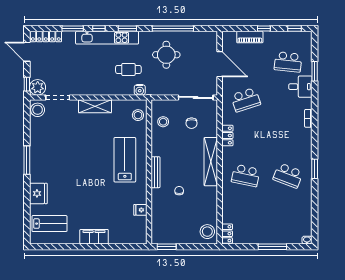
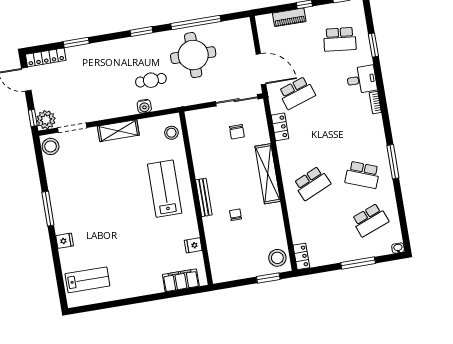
window: (99, 29) -> (107, 37), removed
kitchen unit: (107, 38) -> (119, 47), removed
round table: (166, 55) -> (193, 55), width x1.36, depth x1.36
door: (220, 64) -> (261, 69), moved
desk: (300, 87) -> (362, 80), moved
water cooler: (140, 90) -> (144, 106), moved
stool: (163, 122) -> (203, 136), removed
locker: (227, 135) -> (280, 127), moved
window: (315, 169) -> (393, 162), width x1.44
school desk: (246, 175) -> (312, 183), turned -36
fridge: (38, 193) -> (65, 241), width x0.53, depth x0.75
school desk: (288, 213) -> (370, 220), added
filing cabinet: (94, 237) -> (181, 280), moved
window: (167, 247) -> (268, 278), moved

